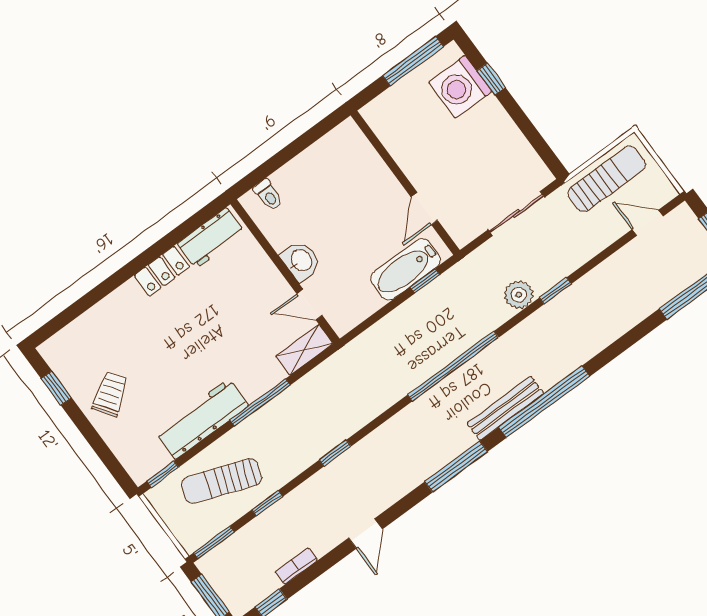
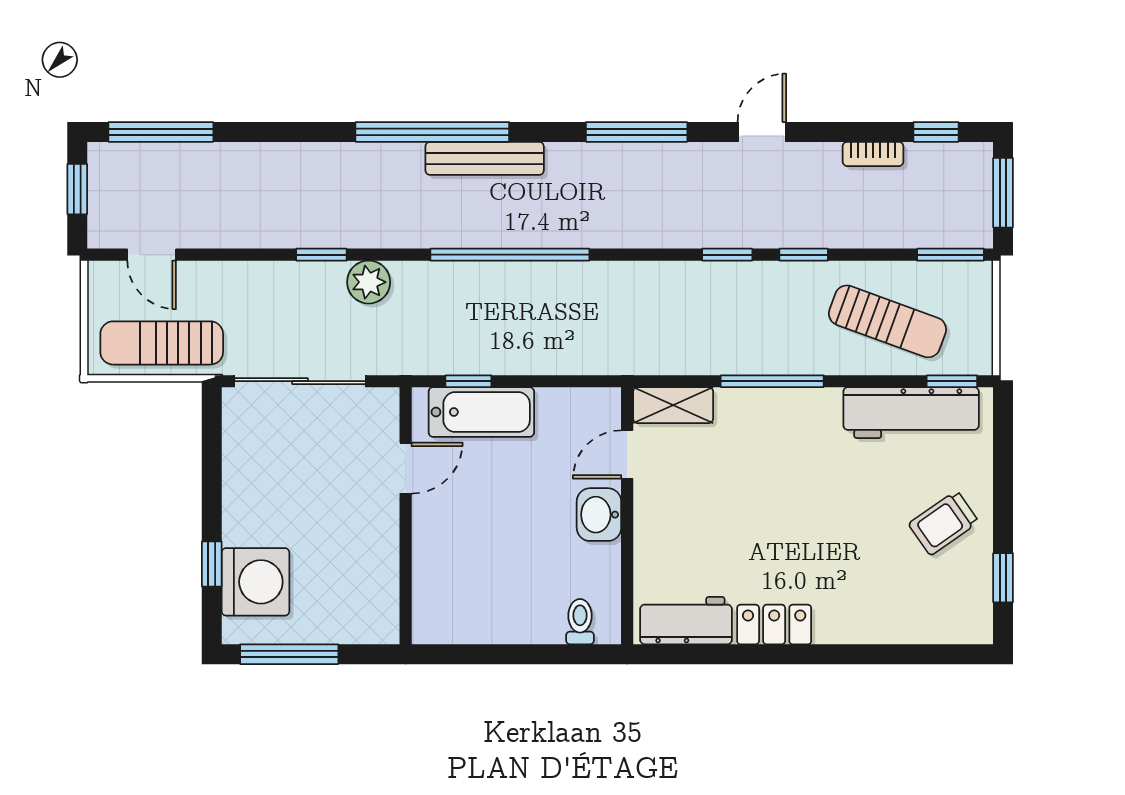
sliding door: (516, 214) -> (300, 381), width x1.37
door: (310, 305) -> (627, 454), swing flipped
workbench: (202, 419) -> (911, 413), moved
window: (456, 467) -> (637, 132), moved
window: (267, 503) -> (804, 255), moved

